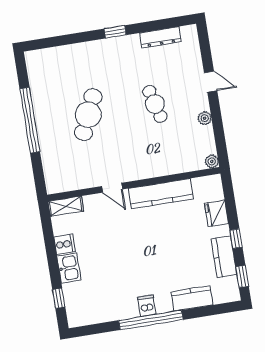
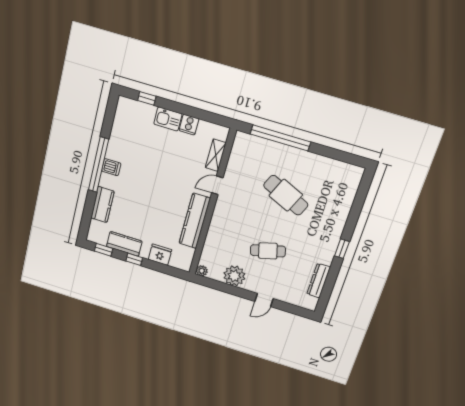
plant: (205, 118) -> (234, 276), width x1.88, depth x1.88
window: (30, 120) -> (280, 138), moved
shelving: (66, 206) -> (216, 155), moved

